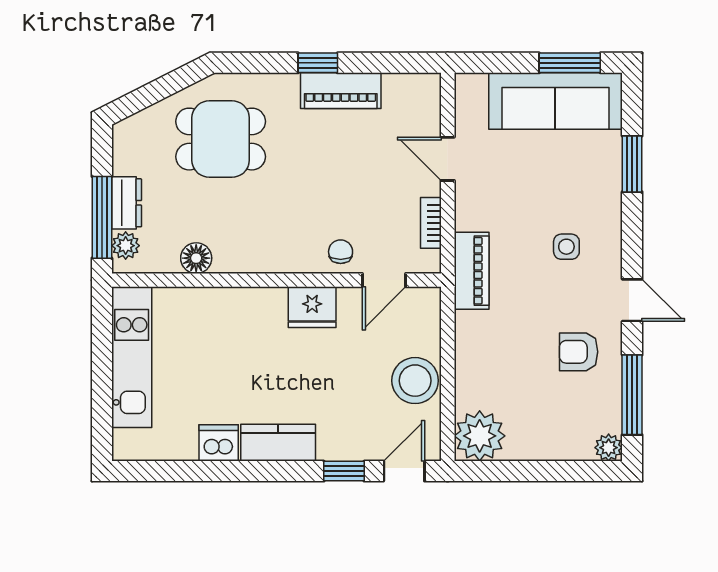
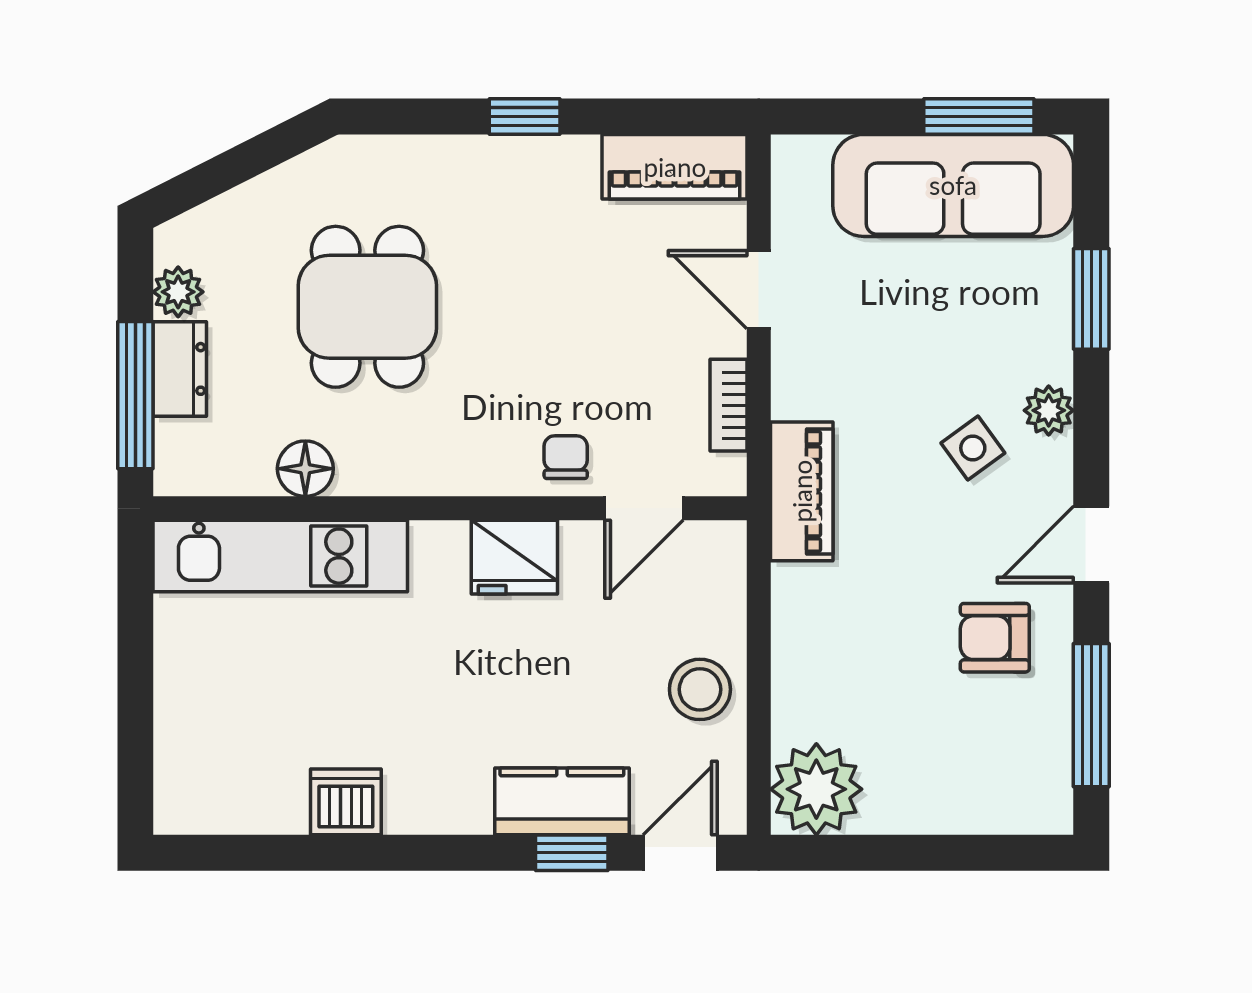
piano: (341, 91) -> (675, 167), moved
dining table: (221, 139) -> (367, 307), moved, turned 90
plant: (126, 246) -> (178, 292), moved
side table: (566, 247) -> (973, 448), turned -36
door: (632, 300) -> (1091, 545), swing flipped
kitchen unit: (132, 357) -> (280, 556), moved, turned 90
stool: (415, 381) -> (700, 689), width x0.73, depth x0.73
kitchen counter: (278, 443) -> (562, 801), moved
plant: (609, 448) -> (1049, 410), moved

